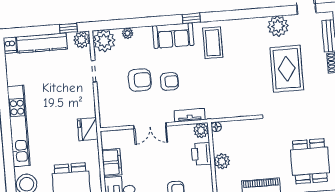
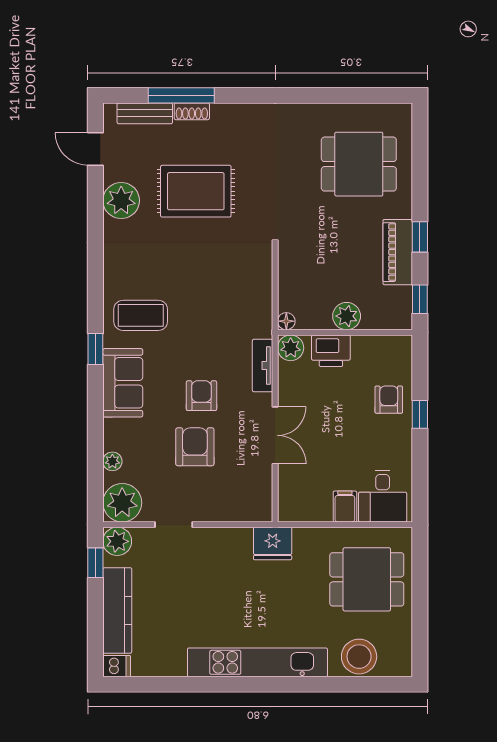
filing cabinet: (112, 162) -> (345, 506), width x0.50

